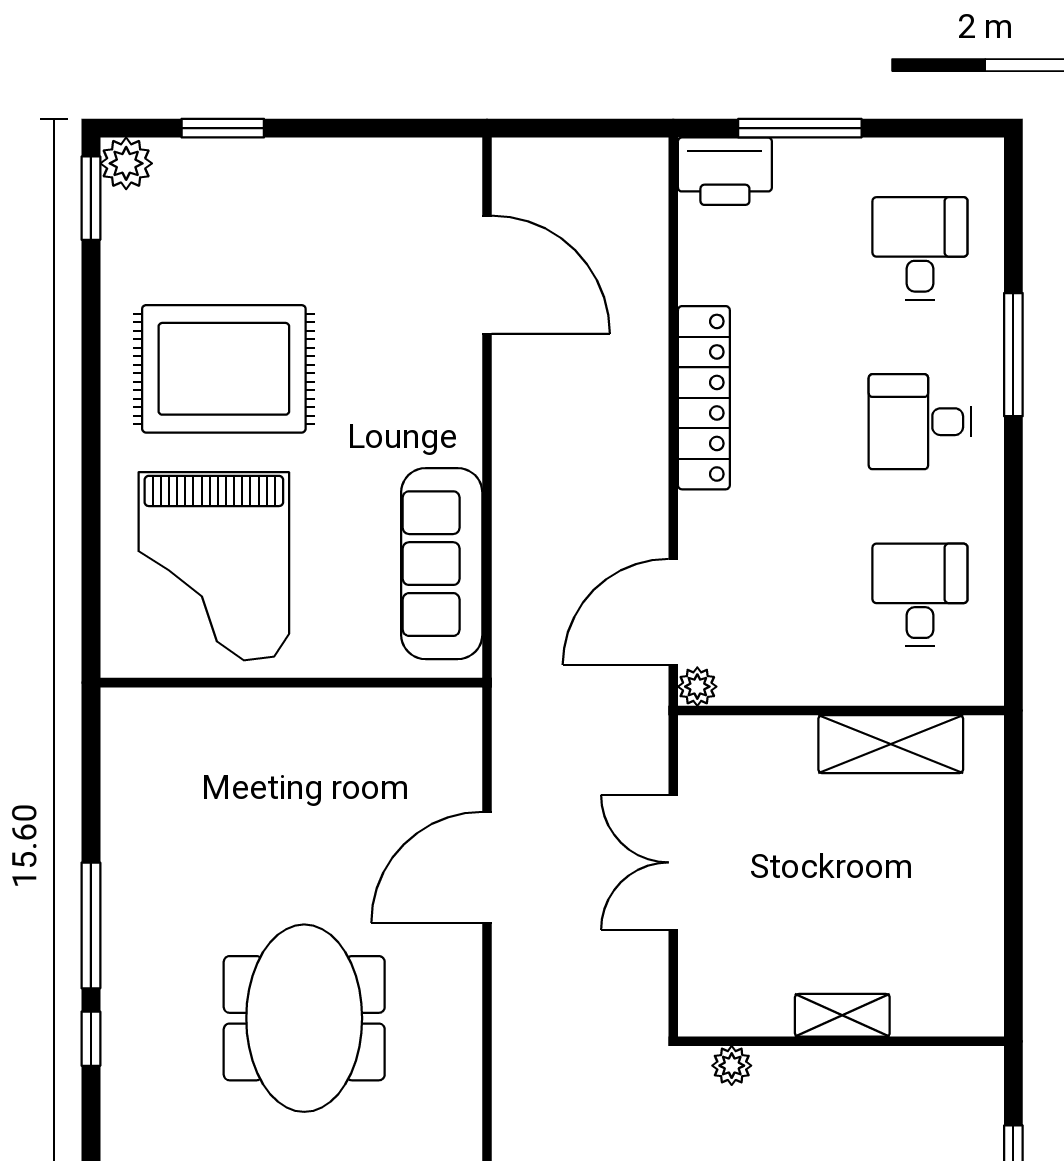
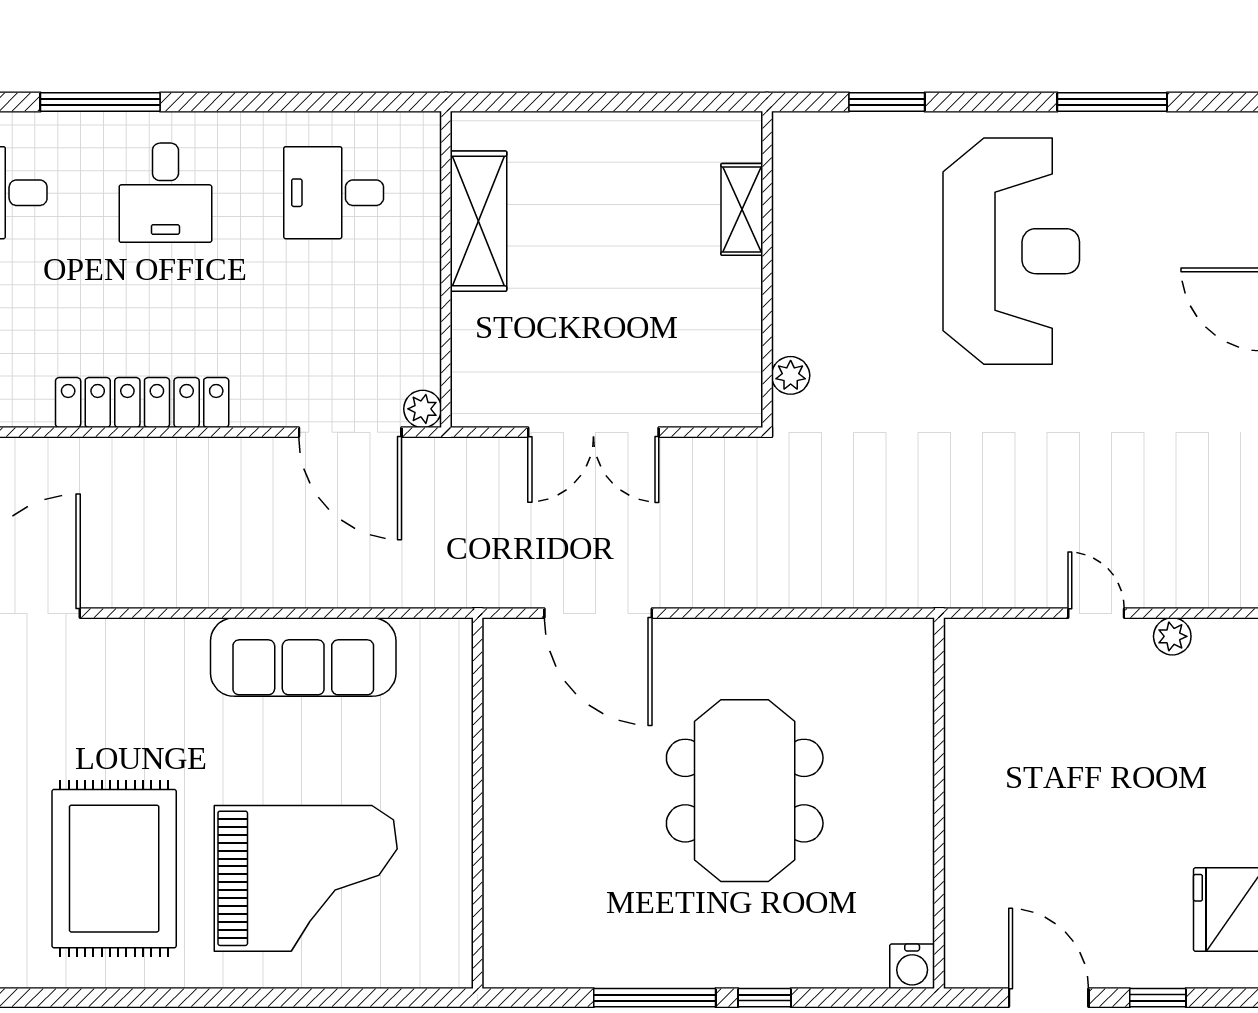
wall: (291, 683) -> (478, 803), moved
shelving: (842, 1015) -> (742, 209), moved
meeting table: (304, 1018) -> (745, 791), turned 90

